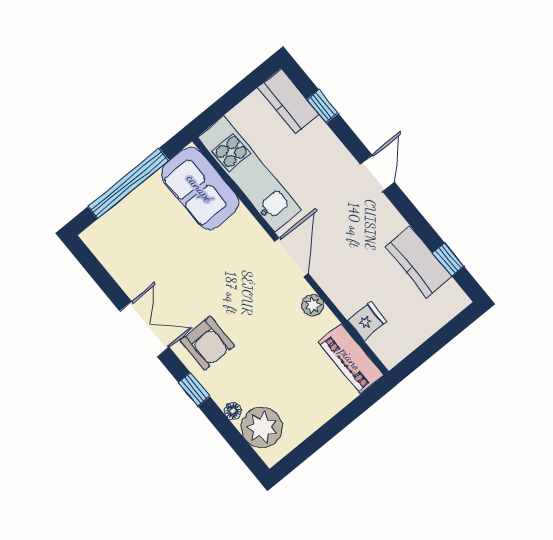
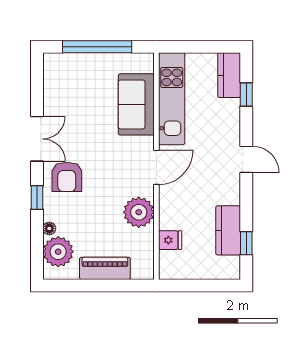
door: (377, 173) -> (246, 159), hinge flipped
sofa: (200, 188) -> (136, 104), moved
plant: (313, 305) -> (139, 212), width x1.87, depth x1.87
piano: (351, 359) -> (105, 268), moved, turned 90

